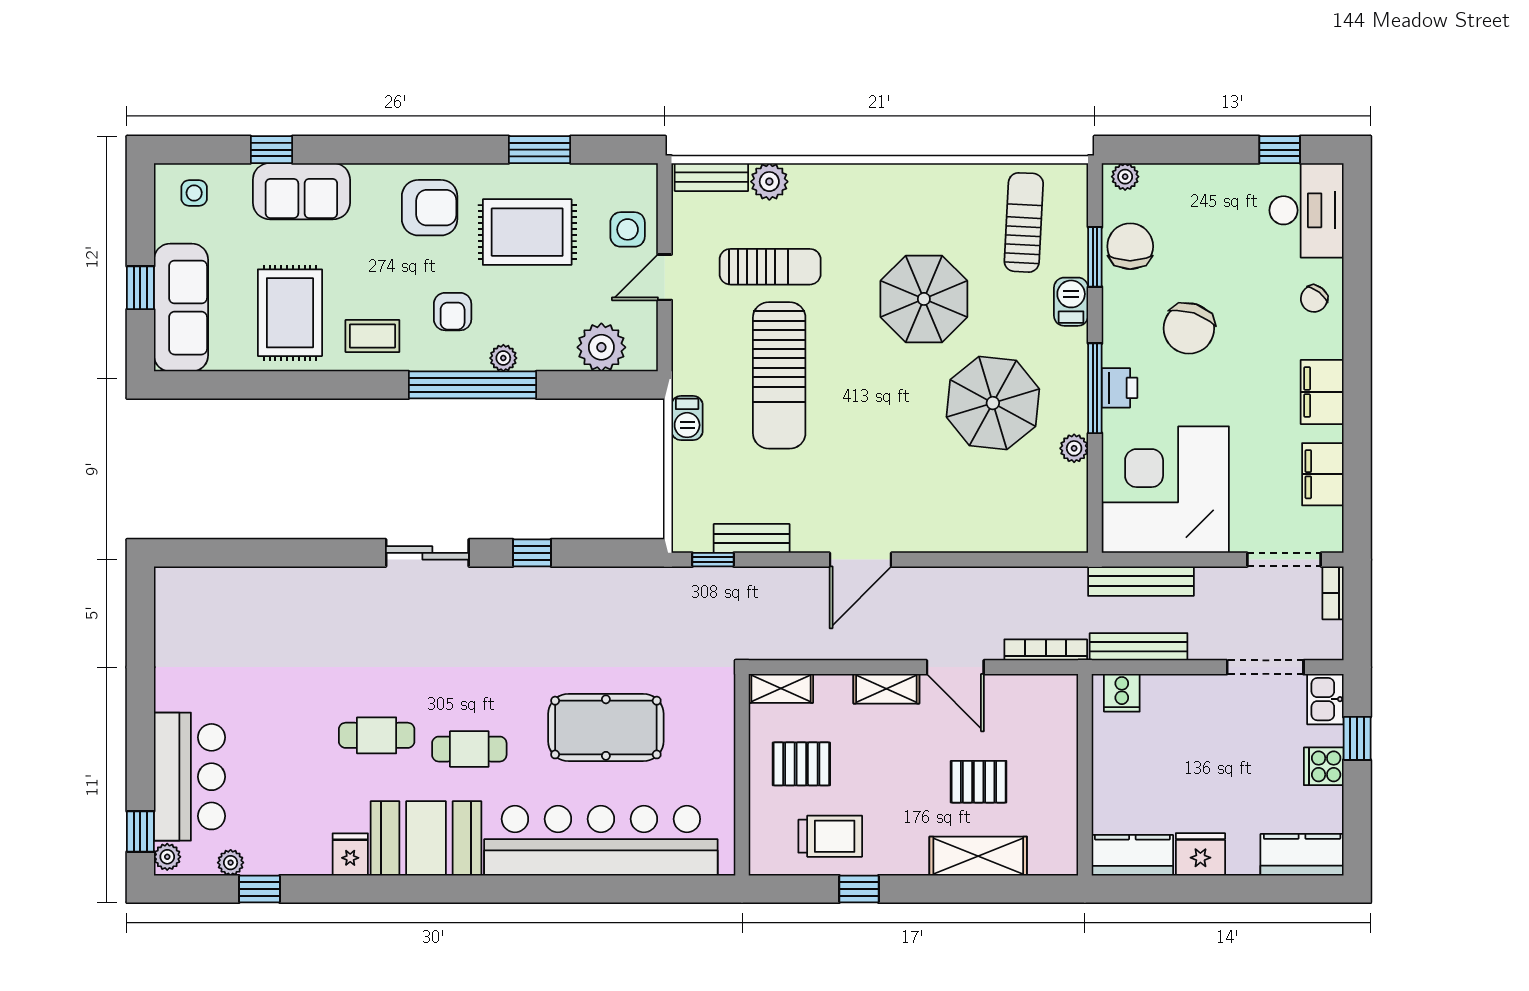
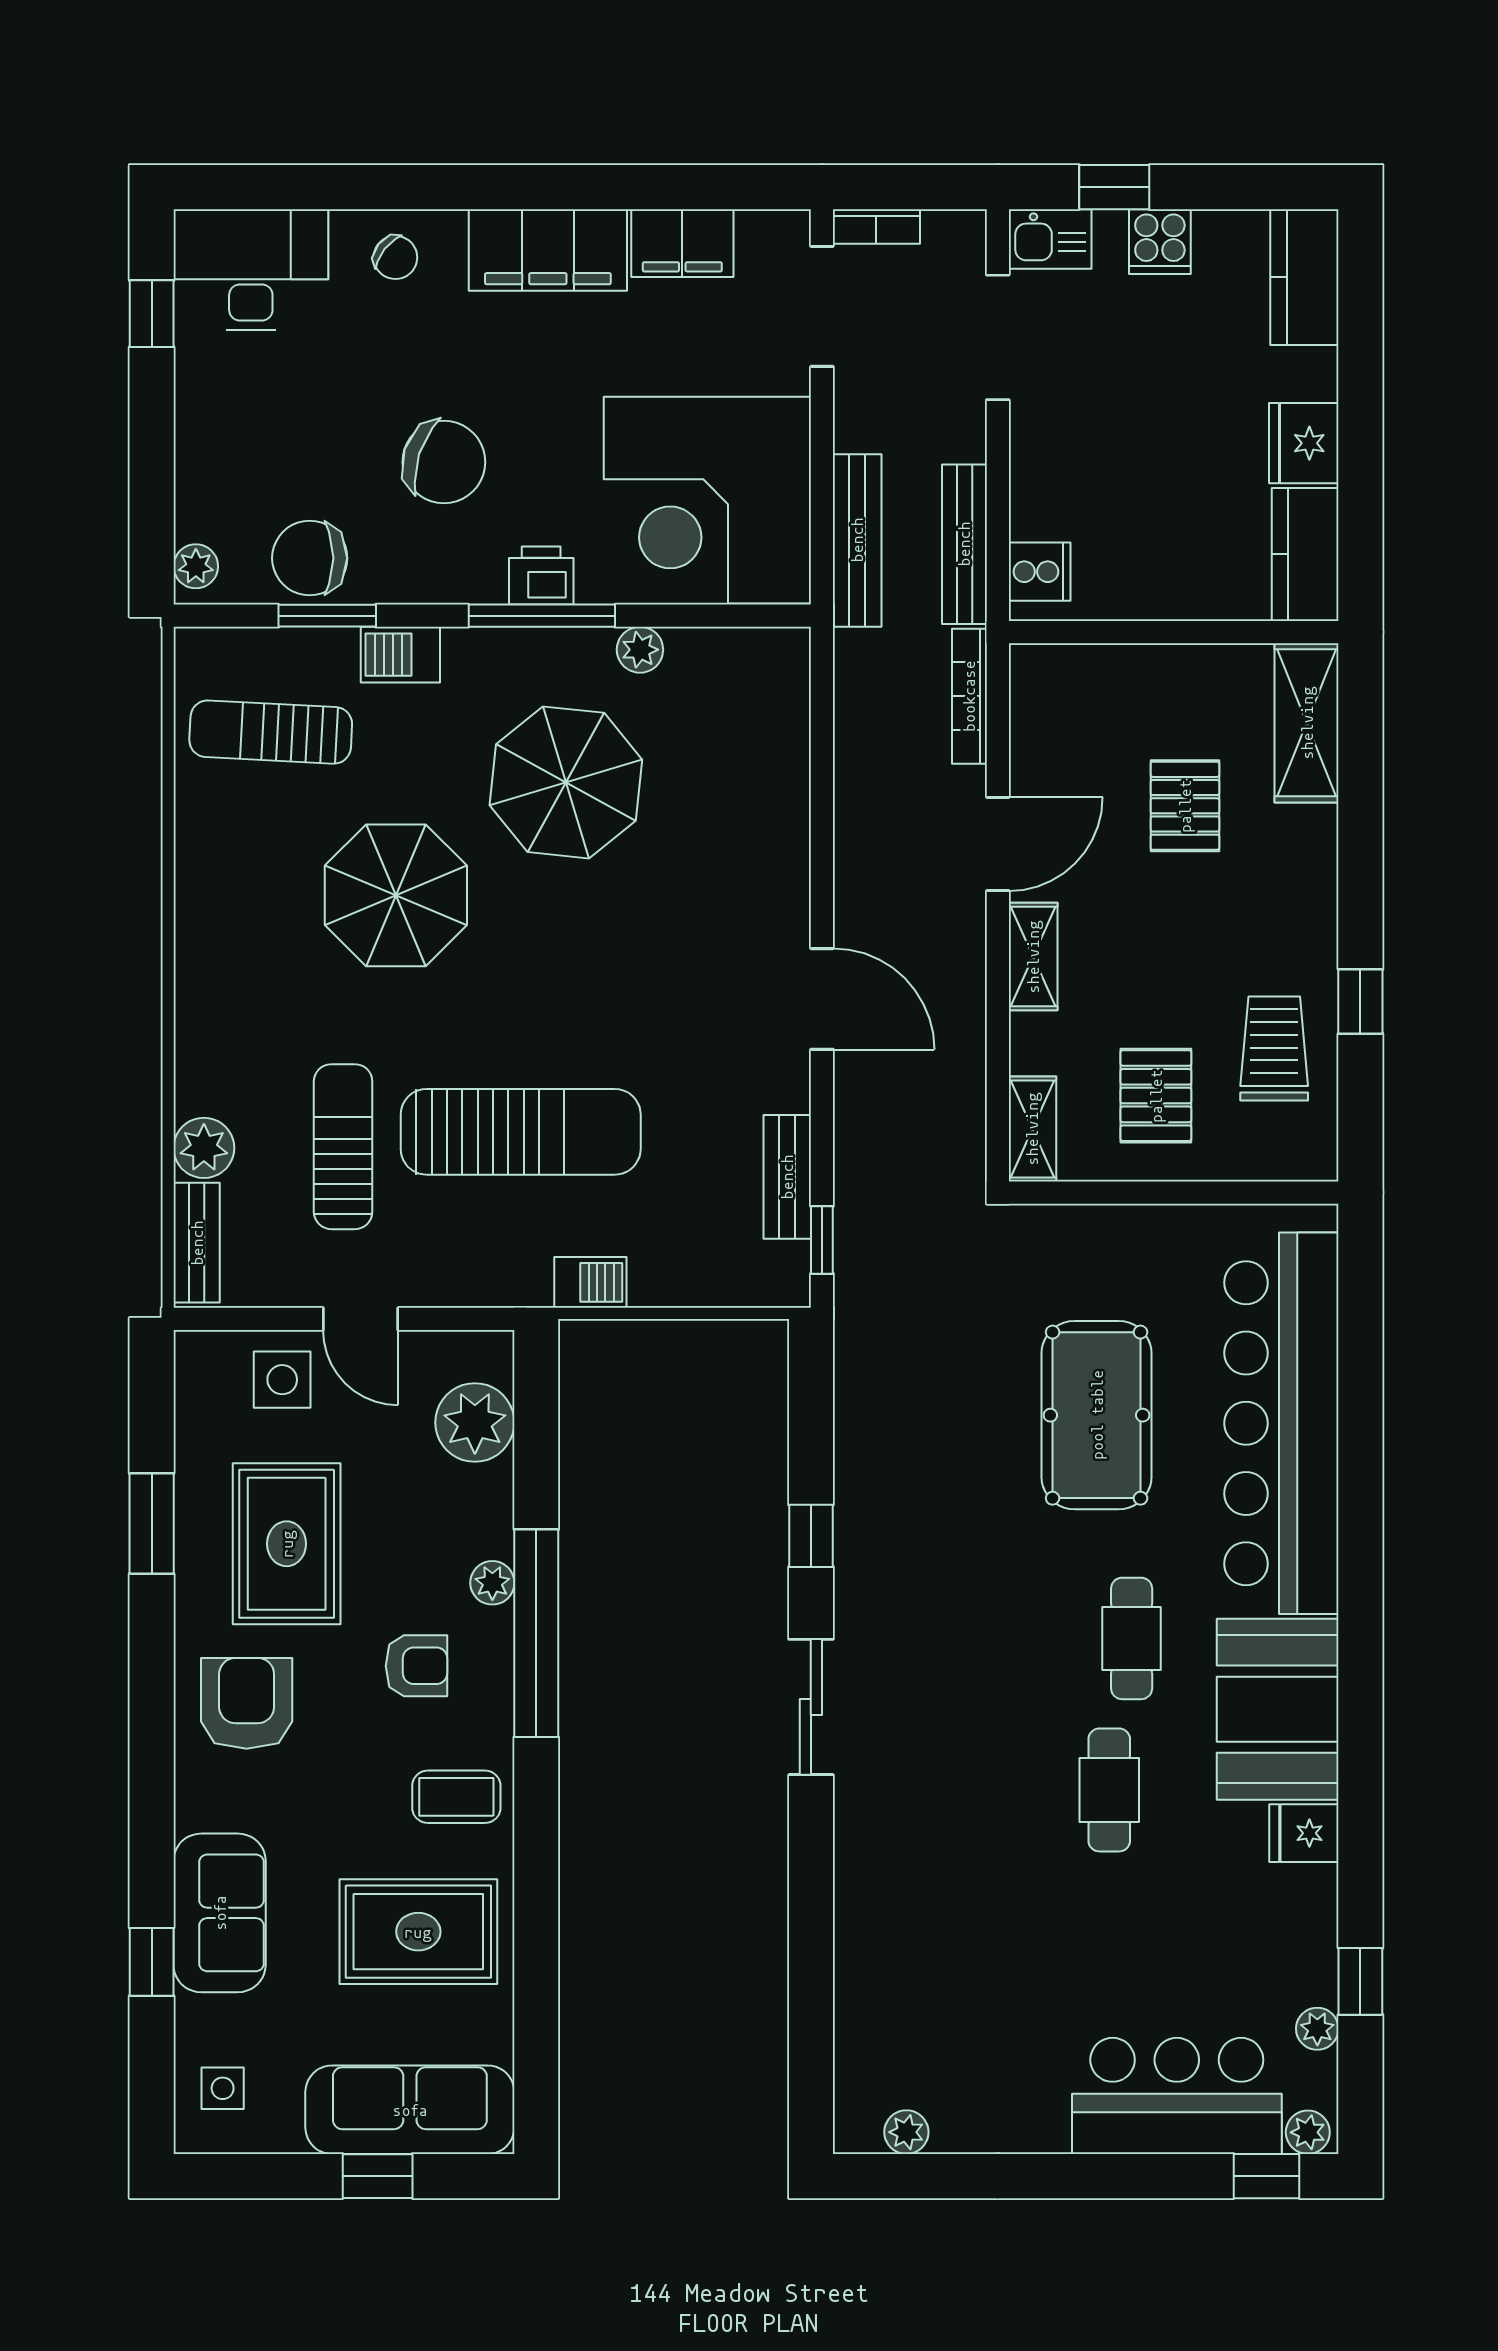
coffee table: (372, 336) -> (456, 1797), turned 90
filing cabinet: (1322, 392) -> (548, 250), width x1.50, depth x1.17
plant: (167, 611) -> (906, 2132), added
shelving: (978, 856) -> (1307, 723), moved

